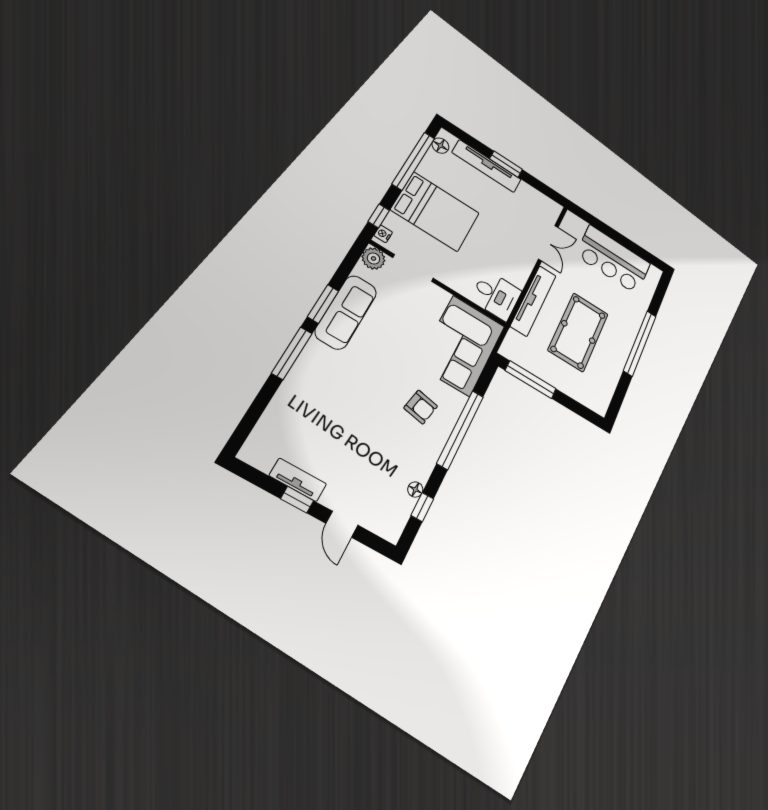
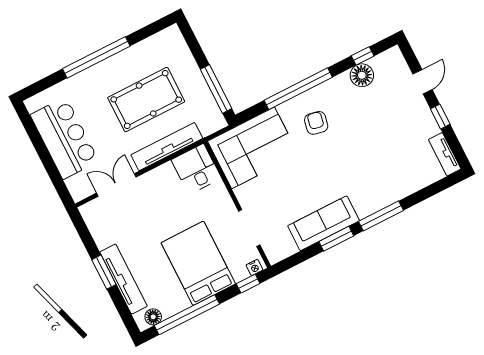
plant: (374, 258) -> (275, 252), removed
tv unit: (298, 480) -> (445, 154), moved
floor lamp: (415, 490) -> (362, 75), width x1.89, depth x1.89

